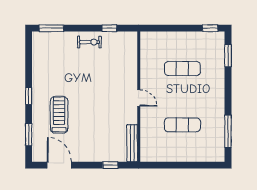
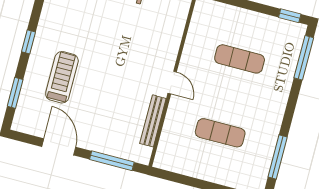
window: (228, 56) -> (304, 58), width x1.44
bench: (132, 143) -> (153, 121), moved
door: (59, 165) -> (59, 147), moved
window: (110, 165) -> (112, 161), width x2.17

